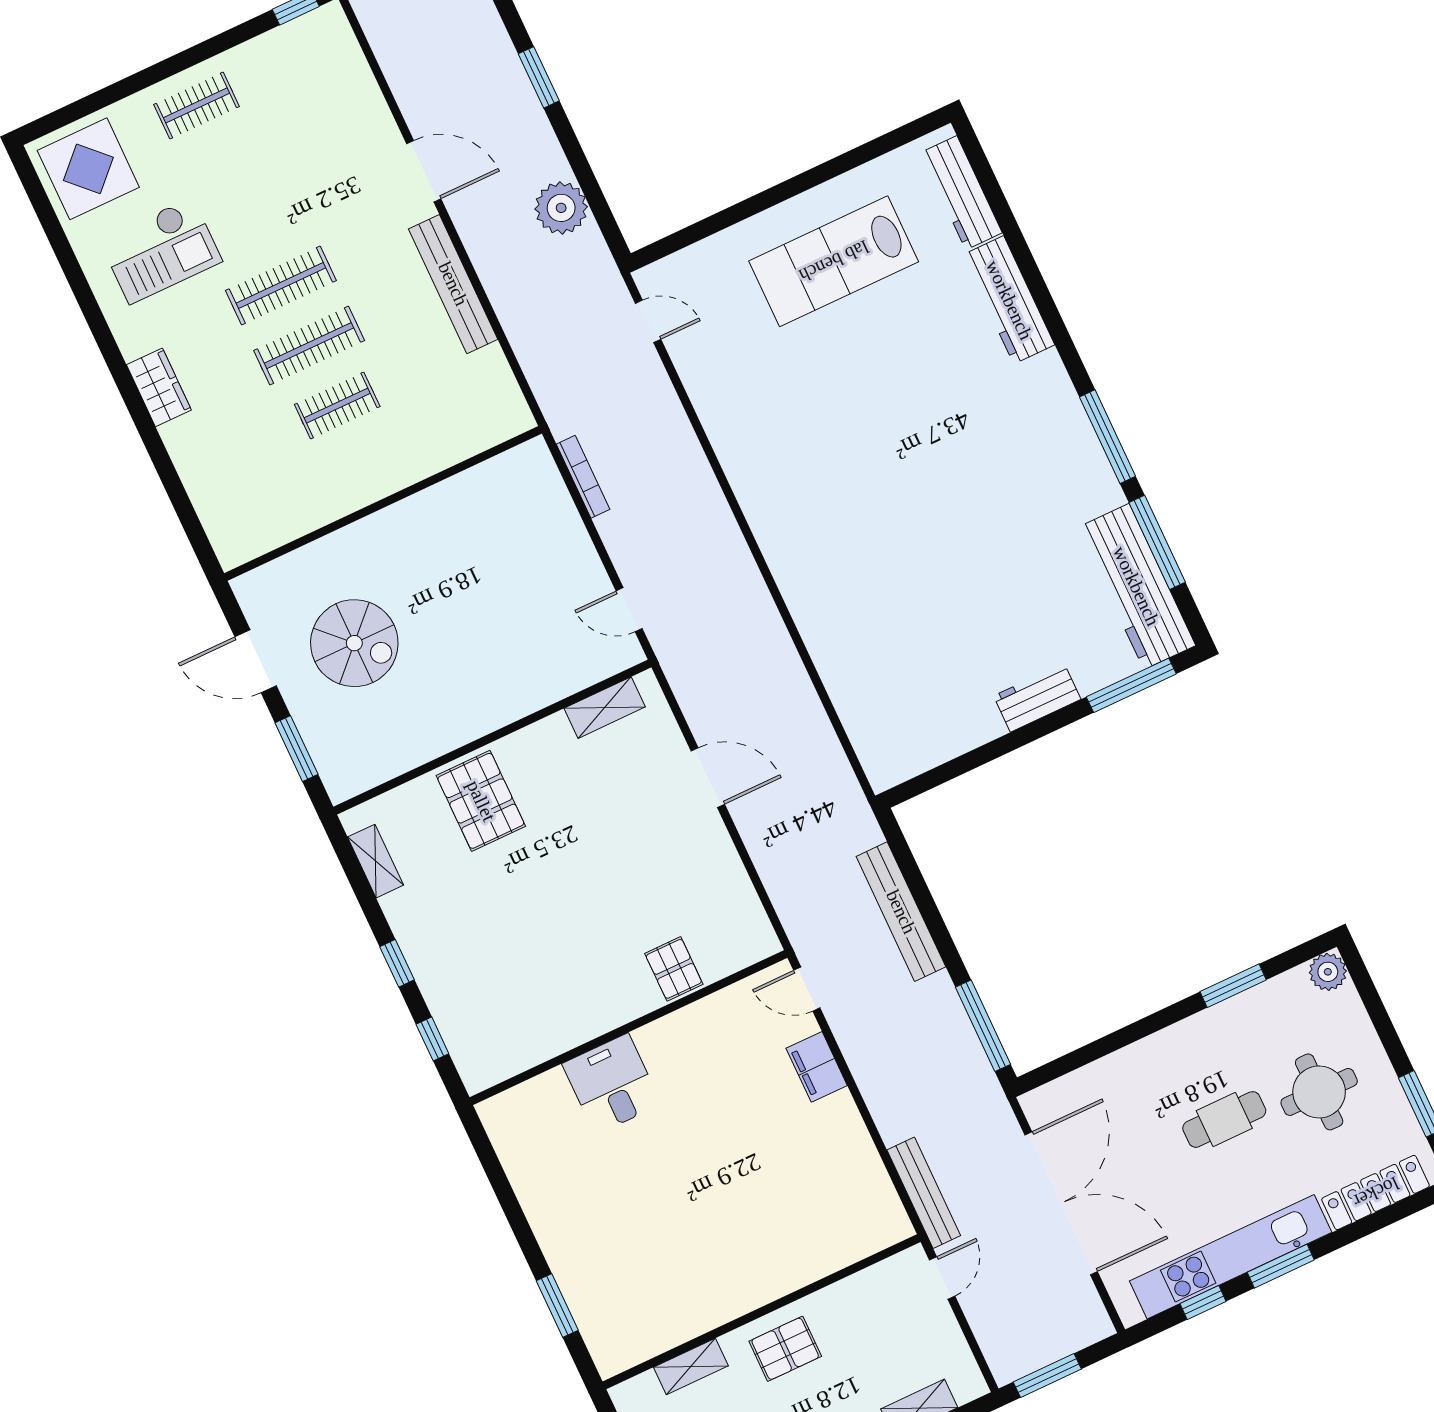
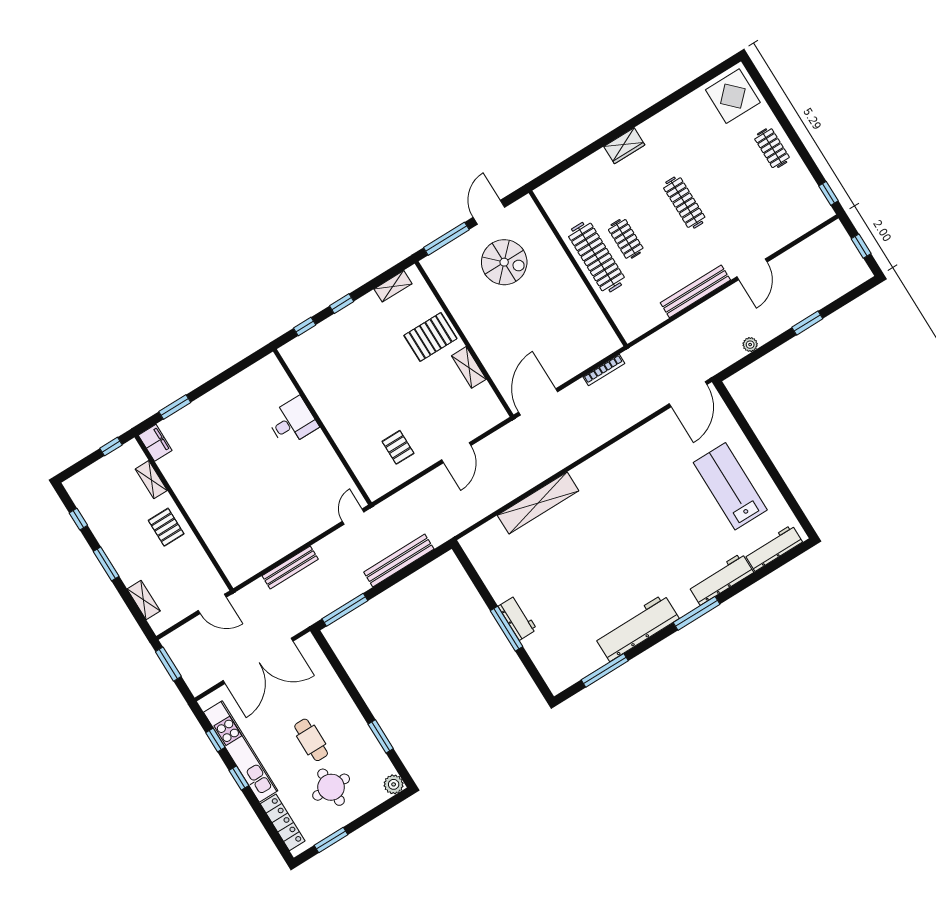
plant: (561, 208) -> (750, 345), width x0.53, depth x0.53
checkout: (161, 251) -> (695, 138), removed
door: (648, 321) -> (688, 394), width x1.88
clothes rail: (309, 346) -> (596, 257), moved, width x1.37, depth x1.31
window: (1108, 437) -> (697, 613), moved
workbench: (1136, 586) -> (637, 628), moved
door: (629, 610) -> (538, 402), width x1.87
shelving: (822, 633) -> (538, 503), added
spiral stairs: (354, 643) -> (504, 262), turned -90
window: (1131, 685) -> (506, 629), moved
shelving: (605, 708) -> (469, 367), moved
window: (296, 749) -> (446, 239), width x1.44
pallet: (674, 969) -> (398, 447), moved, turned 90
filing cabinet: (817, 1067) -> (155, 443), moved, turned 90
bench: (924, 1193) -> (290, 568), moved
window: (1281, 1266) -> (239, 778), width x0.67
door: (942, 1278) -> (212, 604), width x1.38

